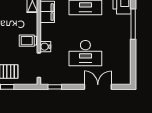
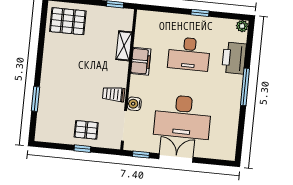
desk: (85, 53) -> (183, 117), width x1.36, depth x1.30
double door: (98, 87) -> (176, 158), moved

